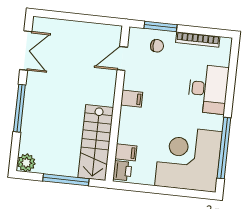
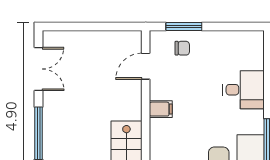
bookcase: (198, 40) -> (226, 36), removed
desk: (208, 89) -> (244, 90), width x0.73

